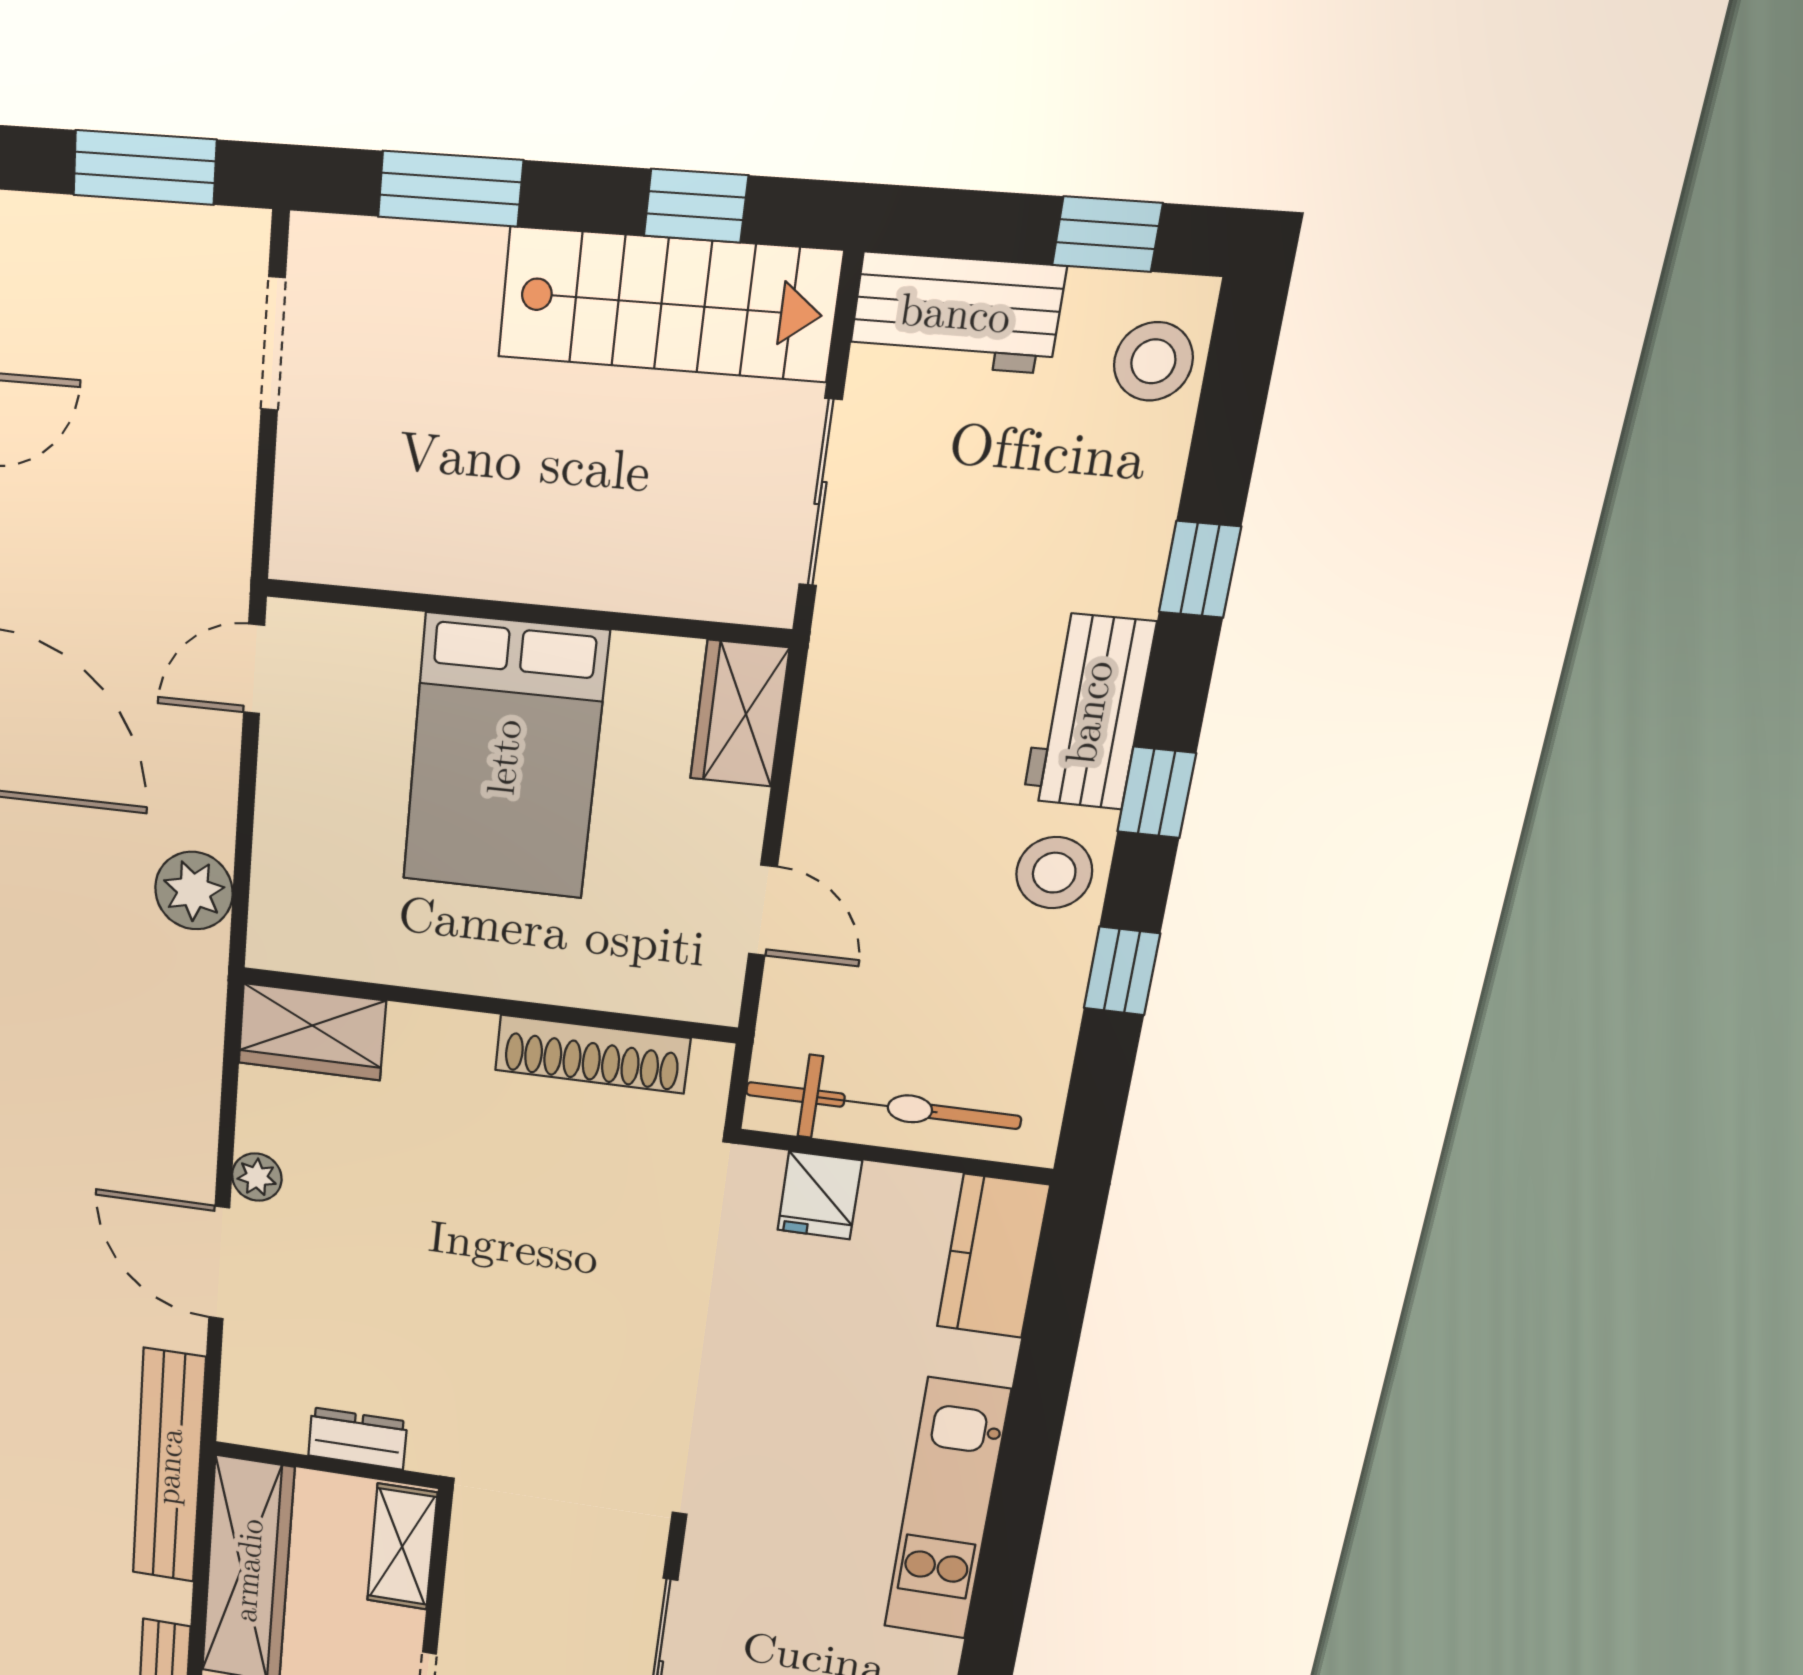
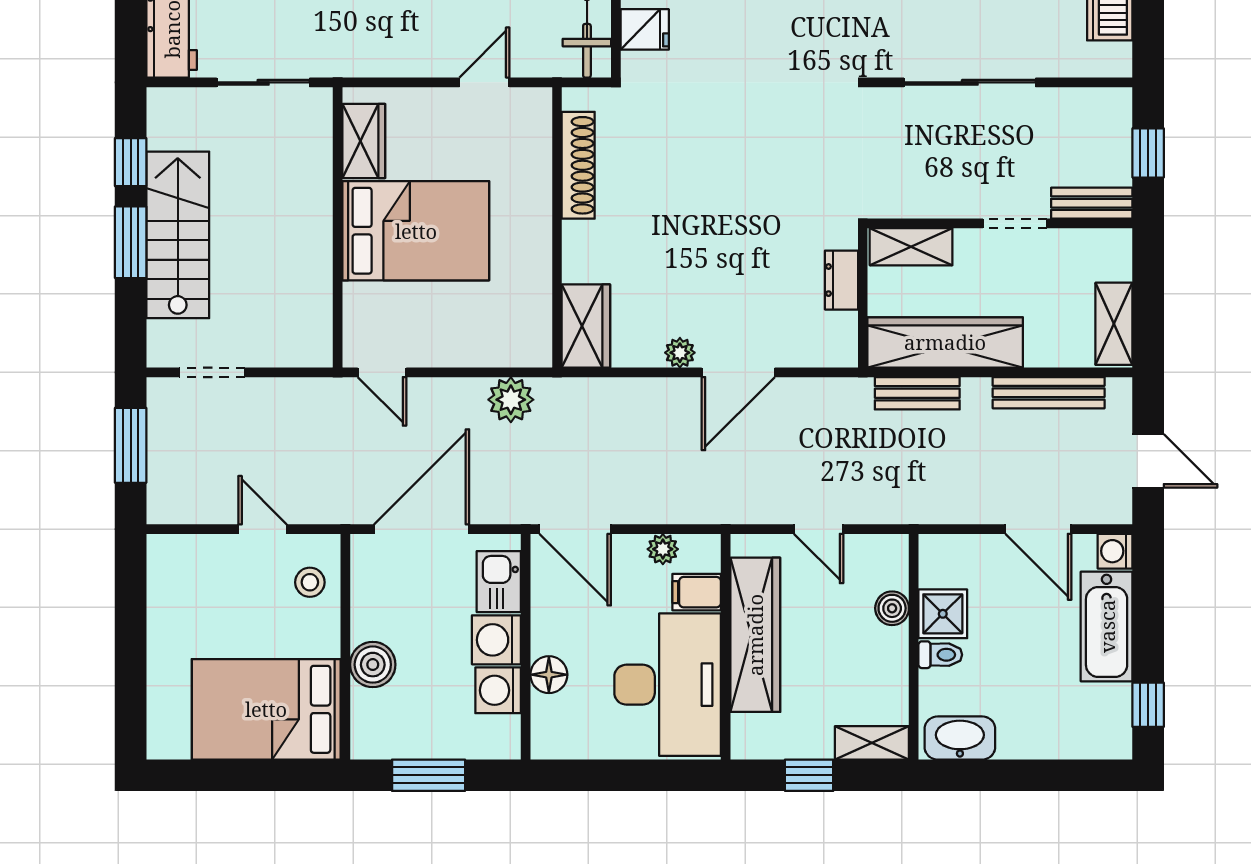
window: (450, 189) -> (131, 242), moved
stairs: (668, 304) -> (178, 235), moved
wardrobe: (739, 713) -> (364, 141), moved, turned -90
bench: (169, 1466) -> (917, 393), width x0.54, depth x0.82

